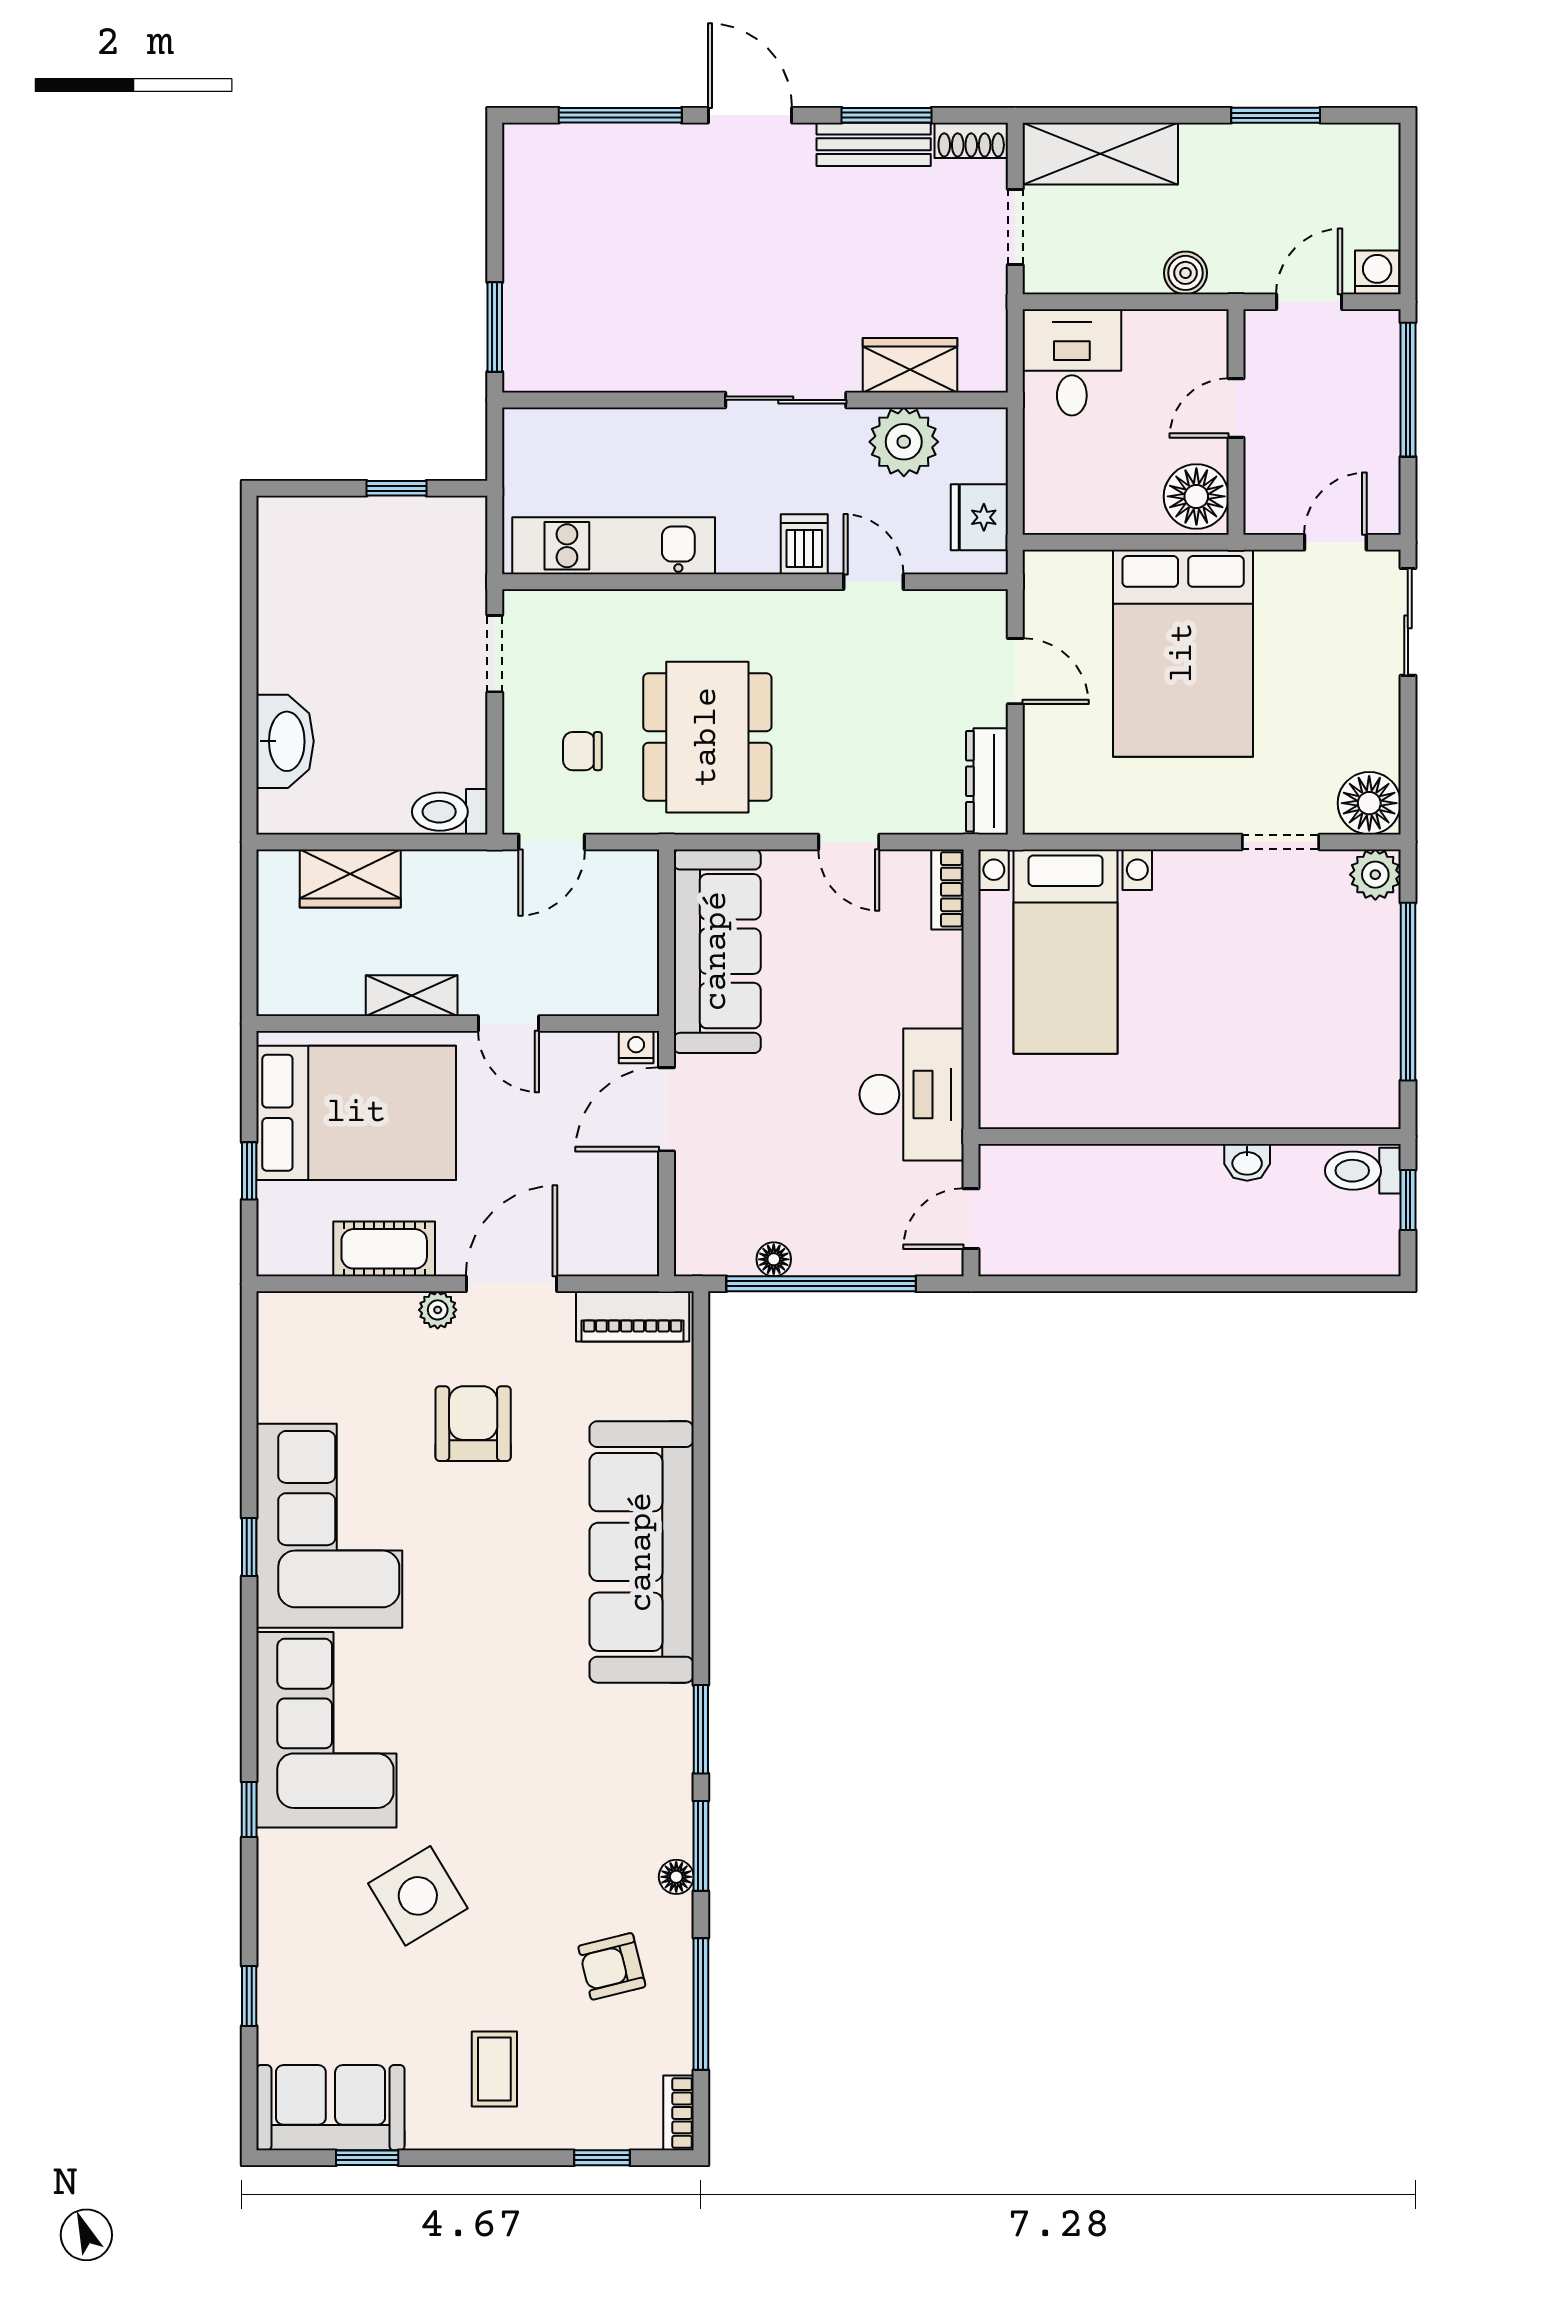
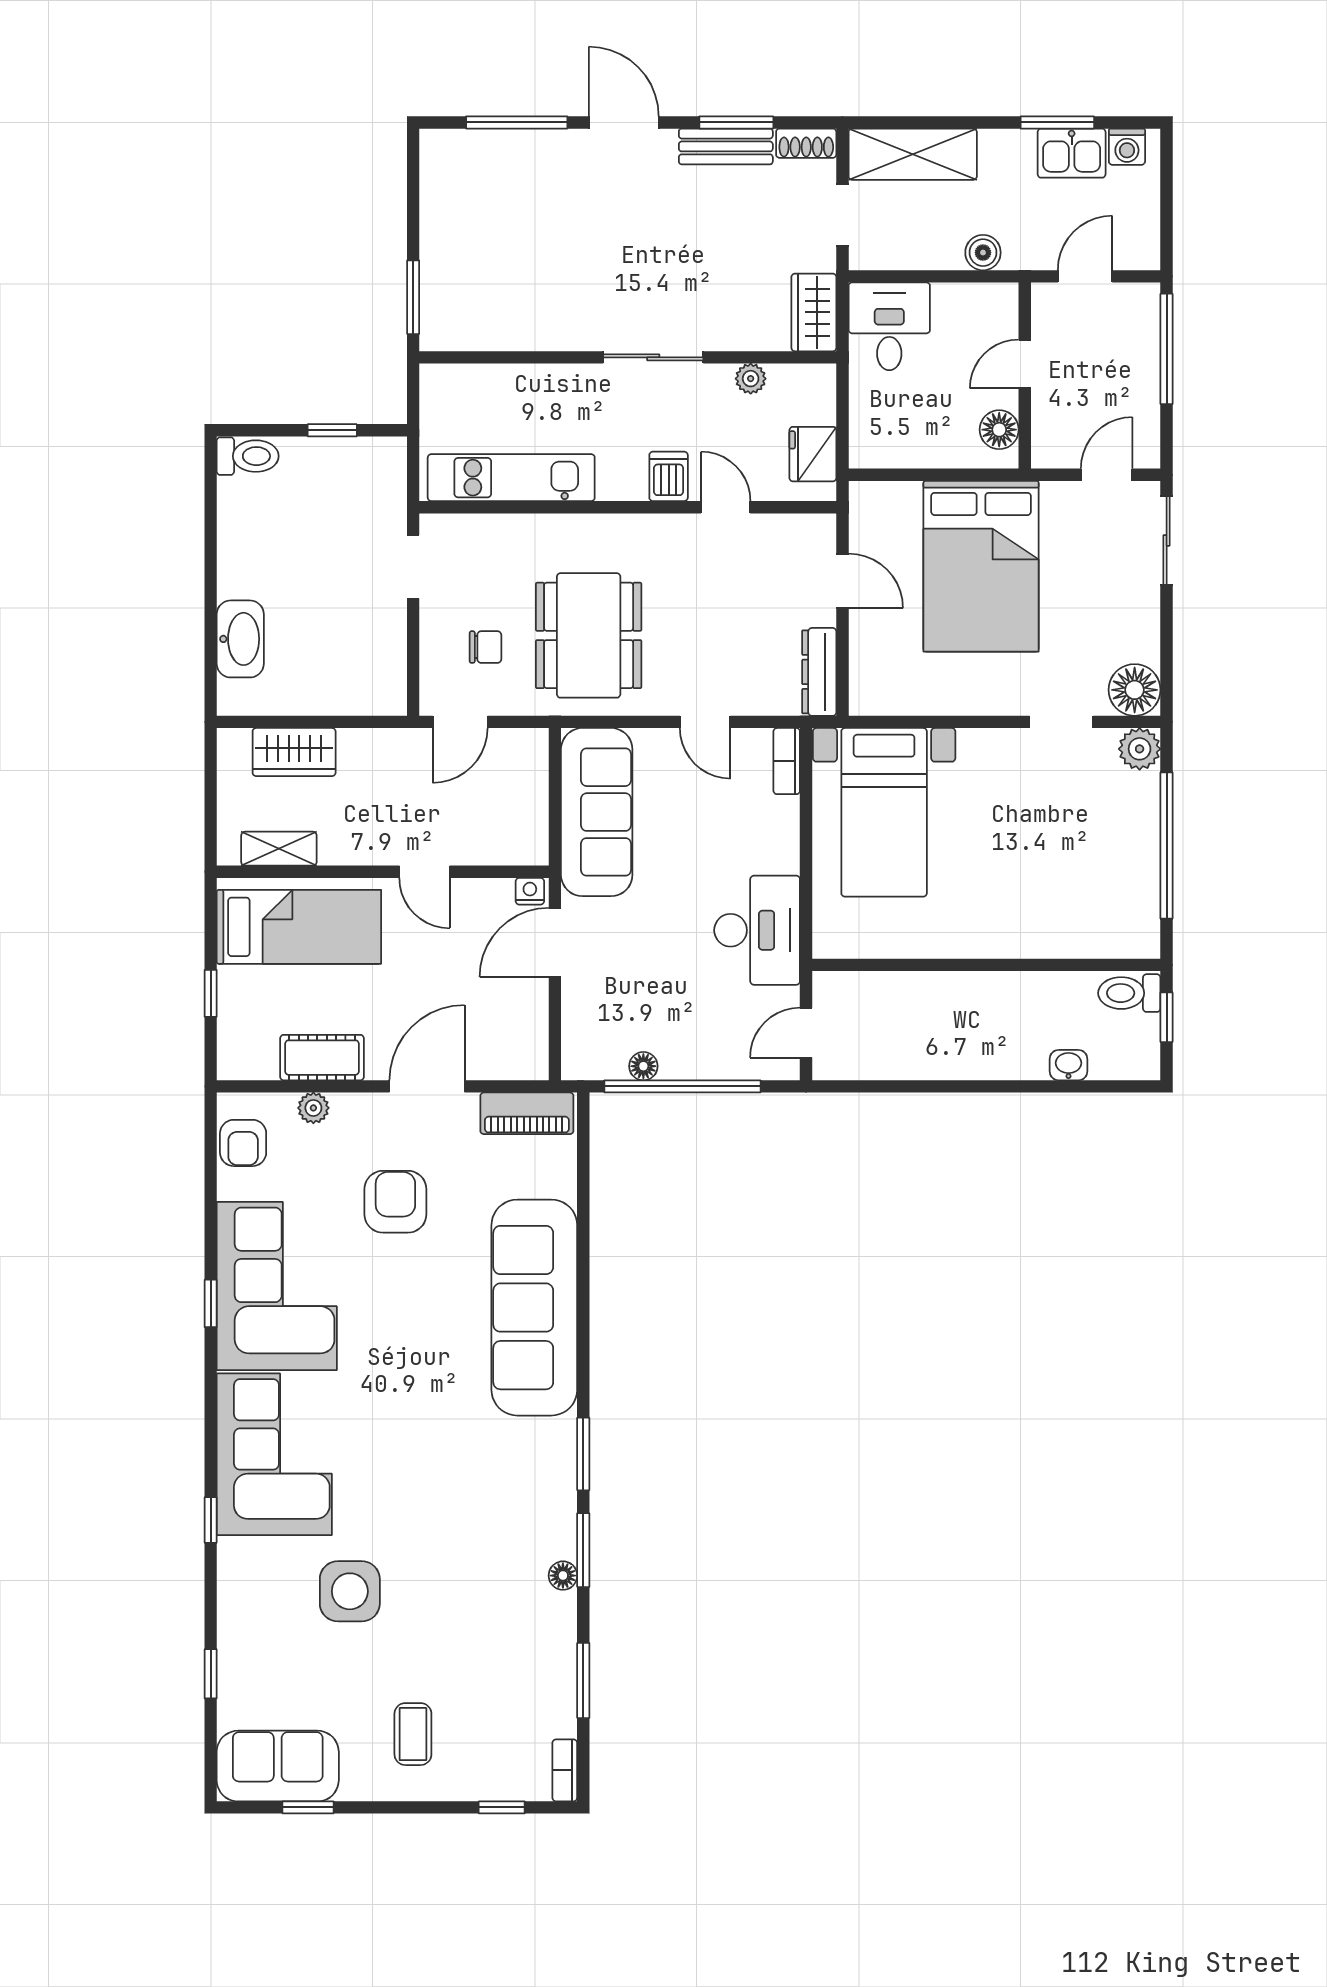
kitchen sink: (1293, 152) -> (1072, 153), added
washing machine: (1377, 272) -> (1127, 147), moved, turned 180
wardrobe: (910, 365) -> (814, 312), moved, turned -90
plant: (904, 442) -> (751, 379), width x0.53, depth x0.53
floor lamp: (1196, 496) -> (999, 430), width x0.73, depth x0.73
chair: (582, 751) -> (486, 647), turned 180
toilet: (450, 812) -> (248, 456), moved, turned 180
shelving: (412, 996) -> (279, 849), moved
bed: (356, 1113) -> (299, 927), width x0.67
washbasin: (1247, 1162) -> (1069, 1065), moved, turned 180
plant: (438, 1310) -> (313, 1108), moved
side table: (418, 1896) -> (350, 1591), turned 31
armchair: (612, 1966) -> (243, 1143), moved, turned -76
window: (701, 2004) -> (583, 1680), width x0.69

